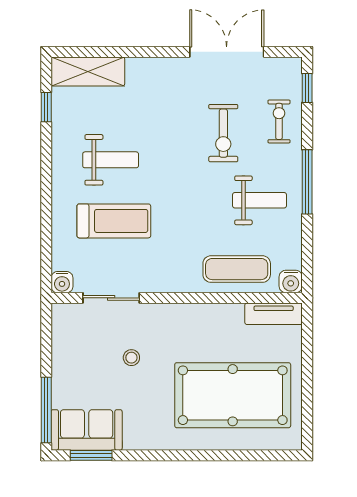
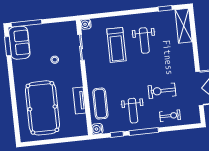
window: (307, 88) -> (117, 134), moved
tv unit: (274, 314) -> (79, 100), moved

